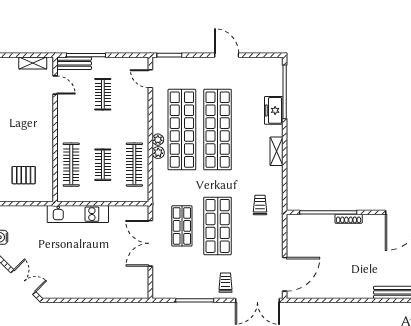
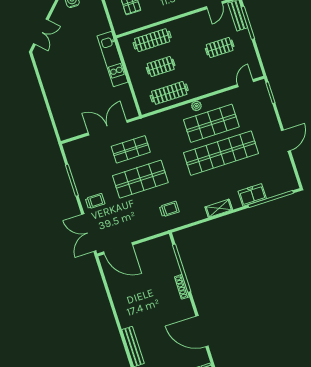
shop shelf: (182, 130) -> (211, 123), width x0.71
plant: (158, 153) -> (186, 110), removed

